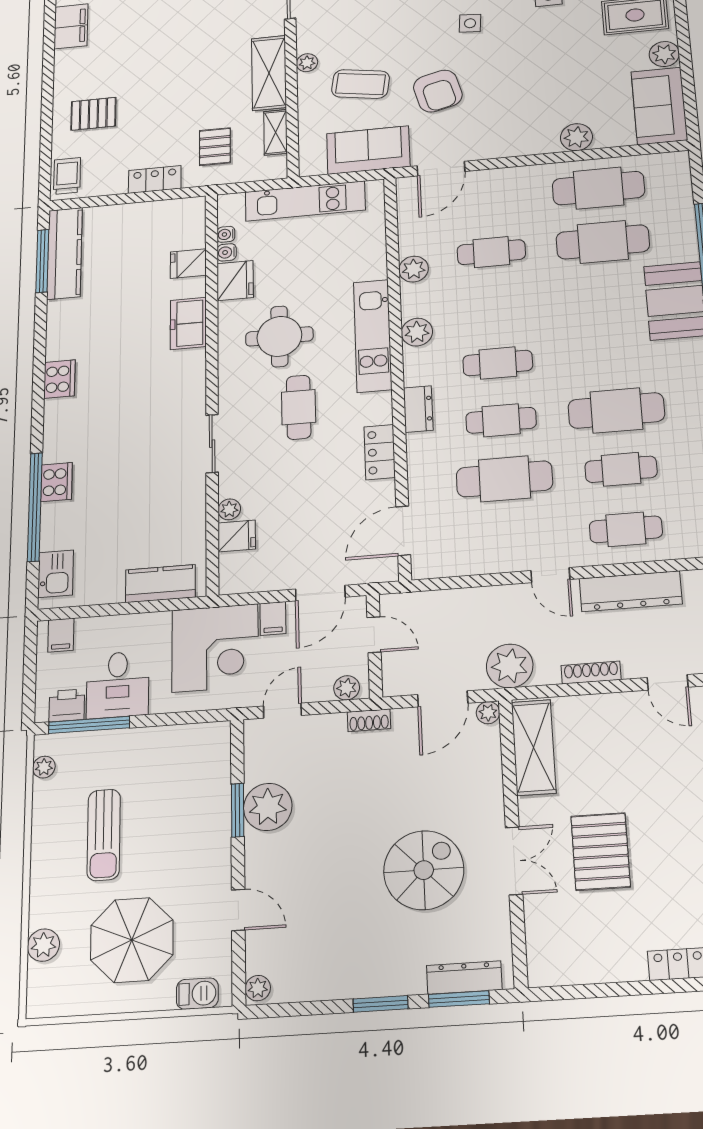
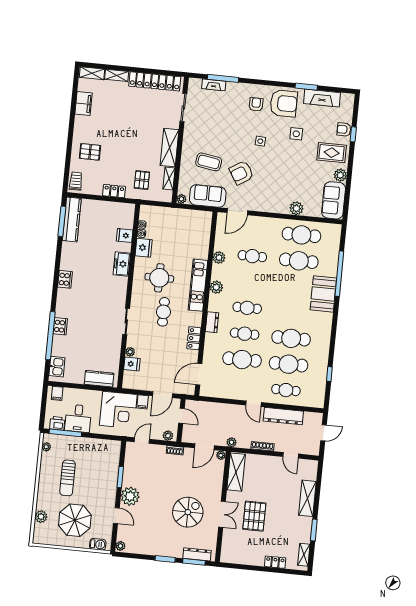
plant: (307, 63) -> (181, 199), moved
armchair: (438, 91) -> (241, 173), turned 73
kitchen unit: (305, 201) -> (178, 215), removed
cafe table: (621, 469) -> (289, 364), width x1.37, depth x1.35
plant: (510, 666) -> (232, 442), width x0.53, depth x0.53
plant: (268, 807) -> (130, 496), moved

